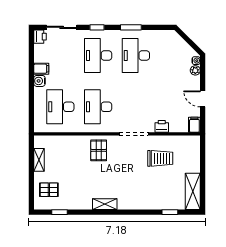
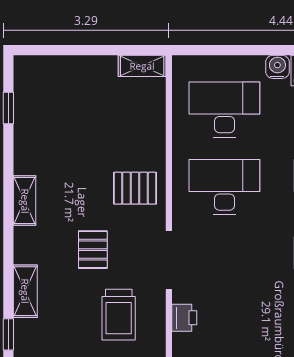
shelving: (39, 160) -> (142, 66), moved
pallet: (49, 190) -> (93, 250), moved
shelving: (149, 204) -> (25, 291), added

